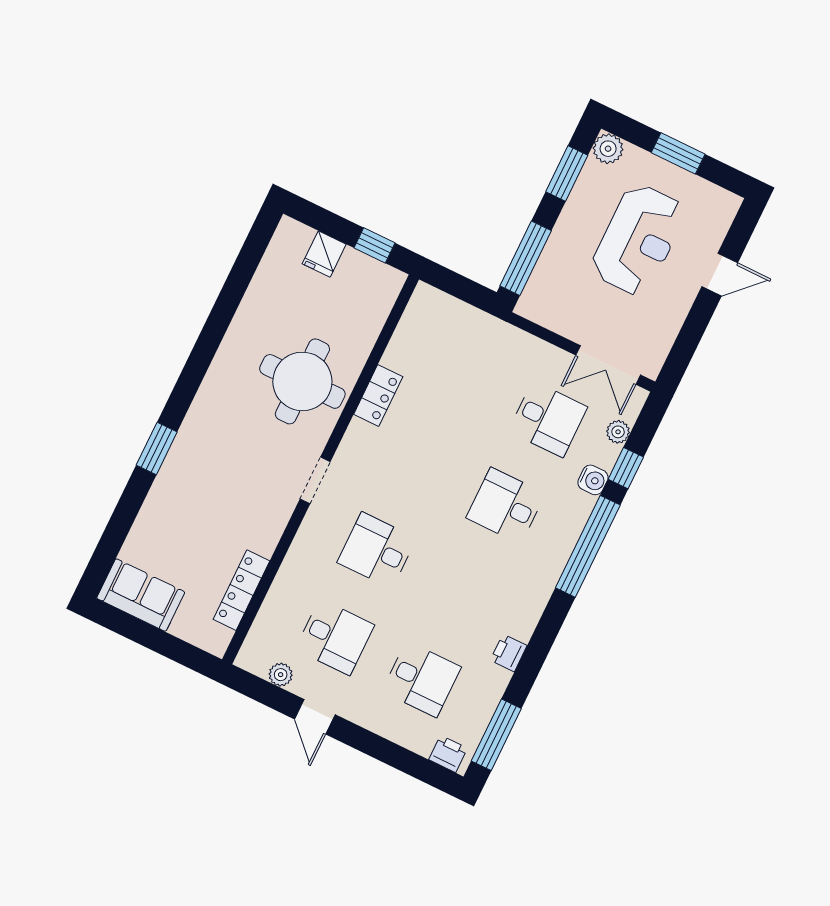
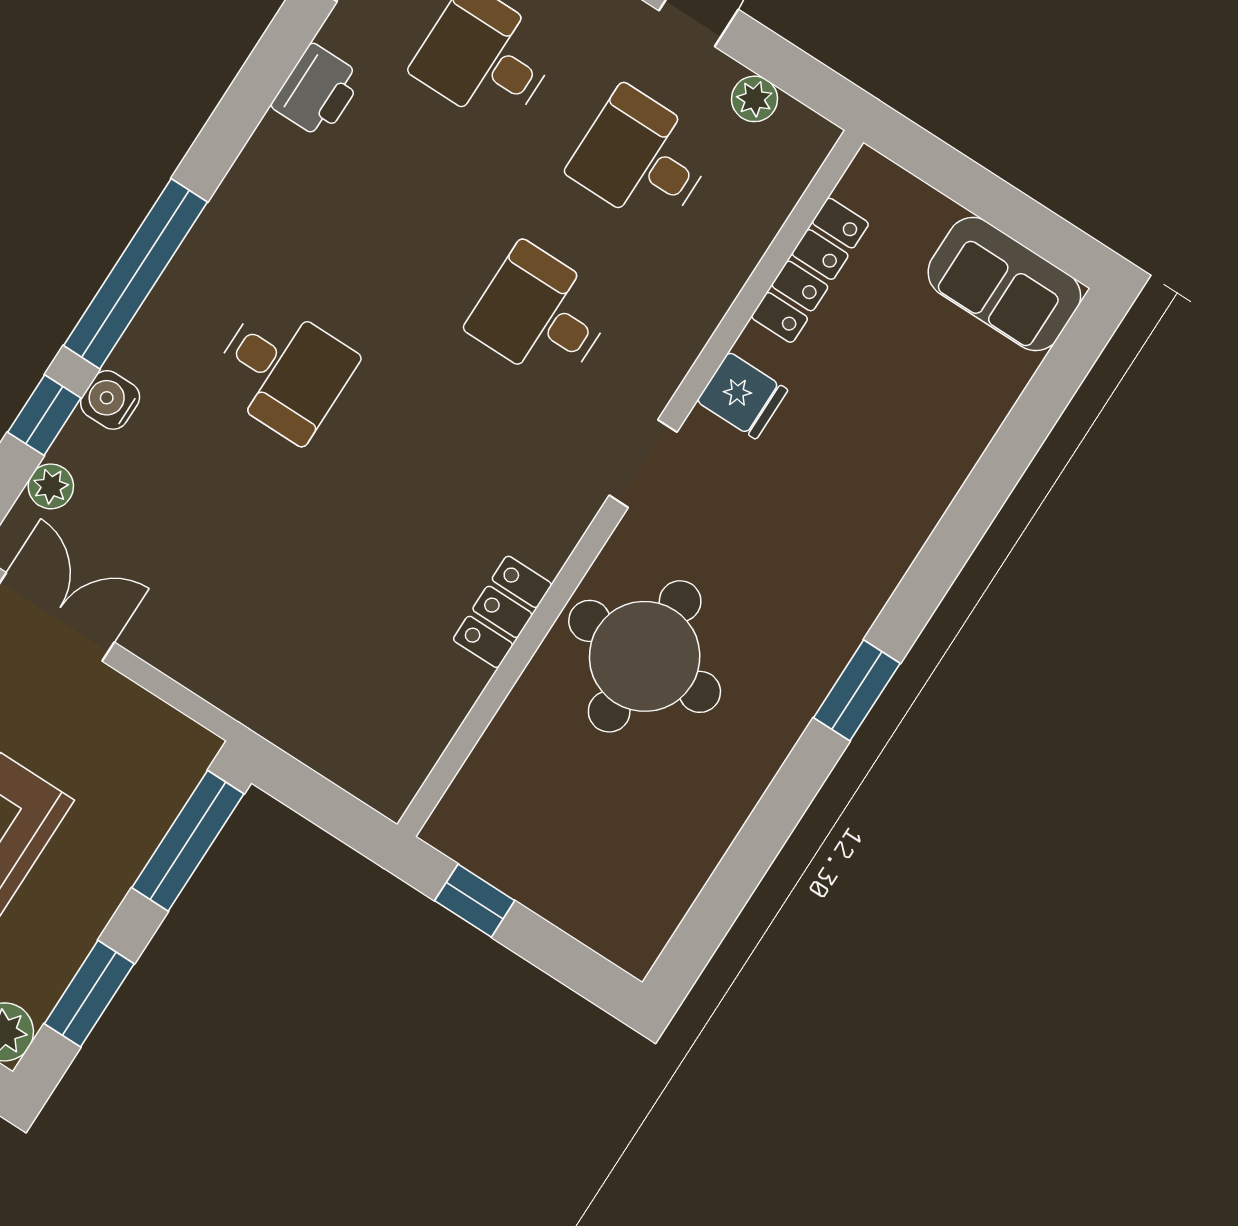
fridge: (324, 254) -> (742, 396), moved, turned 90
desk: (548, 419) -> (183, 527), removed
window: (157, 448) -> (857, 690), moved
desk: (377, 550) -> (541, 315), turned 180
printer: (509, 653) -> (317, 91), width x1.36, depth x1.24

